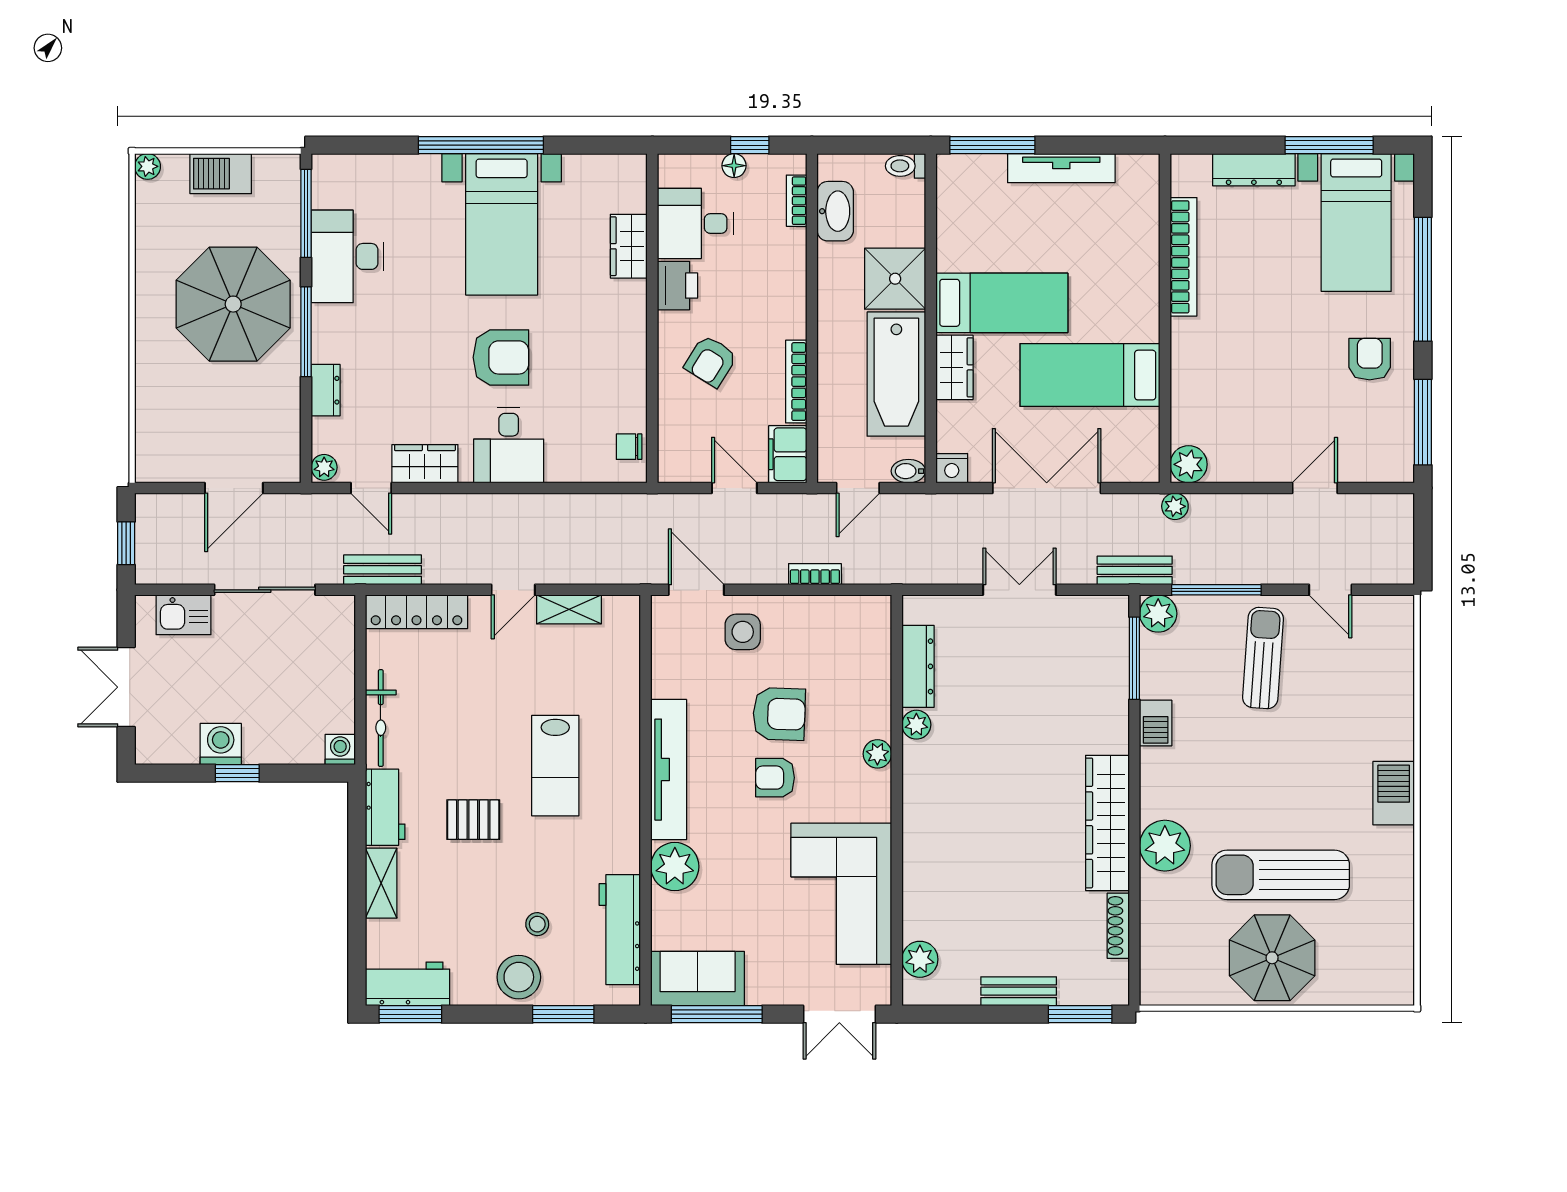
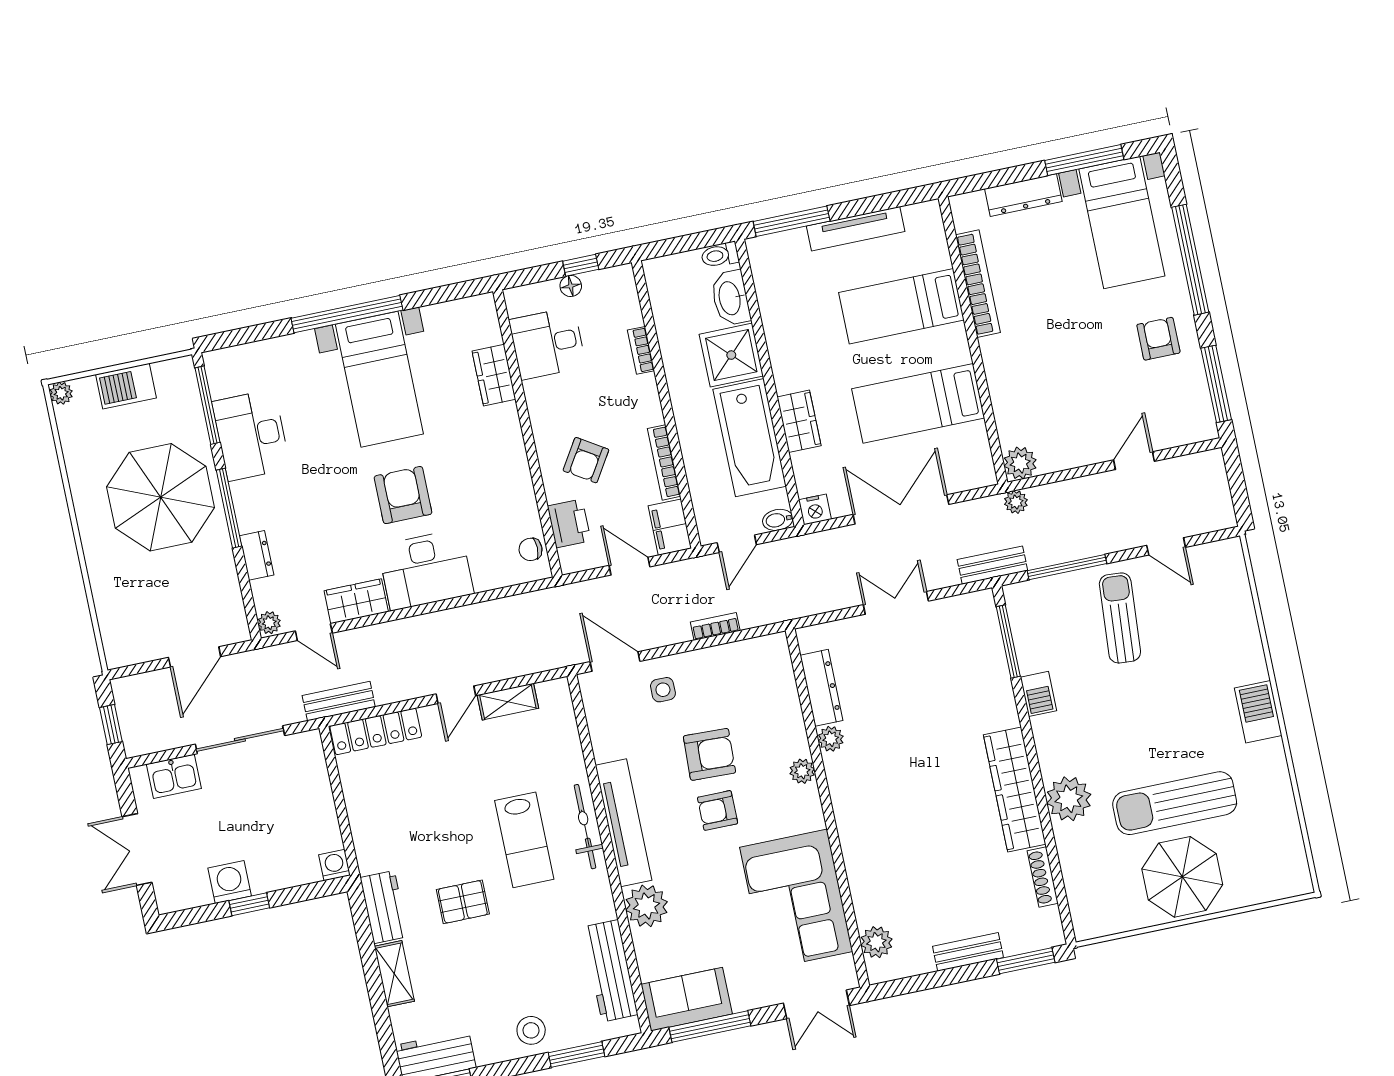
bookcase: (797, 201) -> (641, 350), moved
washbasin: (835, 211) -> (731, 298), moved, turned 180
printer: (677, 286) -> (569, 523), moved
bed: (1002, 303) -> (901, 306), moved, turned 180
armchair: (501, 357) -> (403, 495), turned -90
desk: (509, 445) -> (426, 570), width x1.37
plant: (1158, 614) -> (1021, 598), removed
side table: (743, 632) -> (663, 690), width x0.73, depth x0.73
bicycle: (381, 718) -> (585, 827), moved, turned 180
stool: (537, 924) -> (537, 981), removed
stool: (519, 977) -> (531, 1030), width x0.73, depth x0.73

